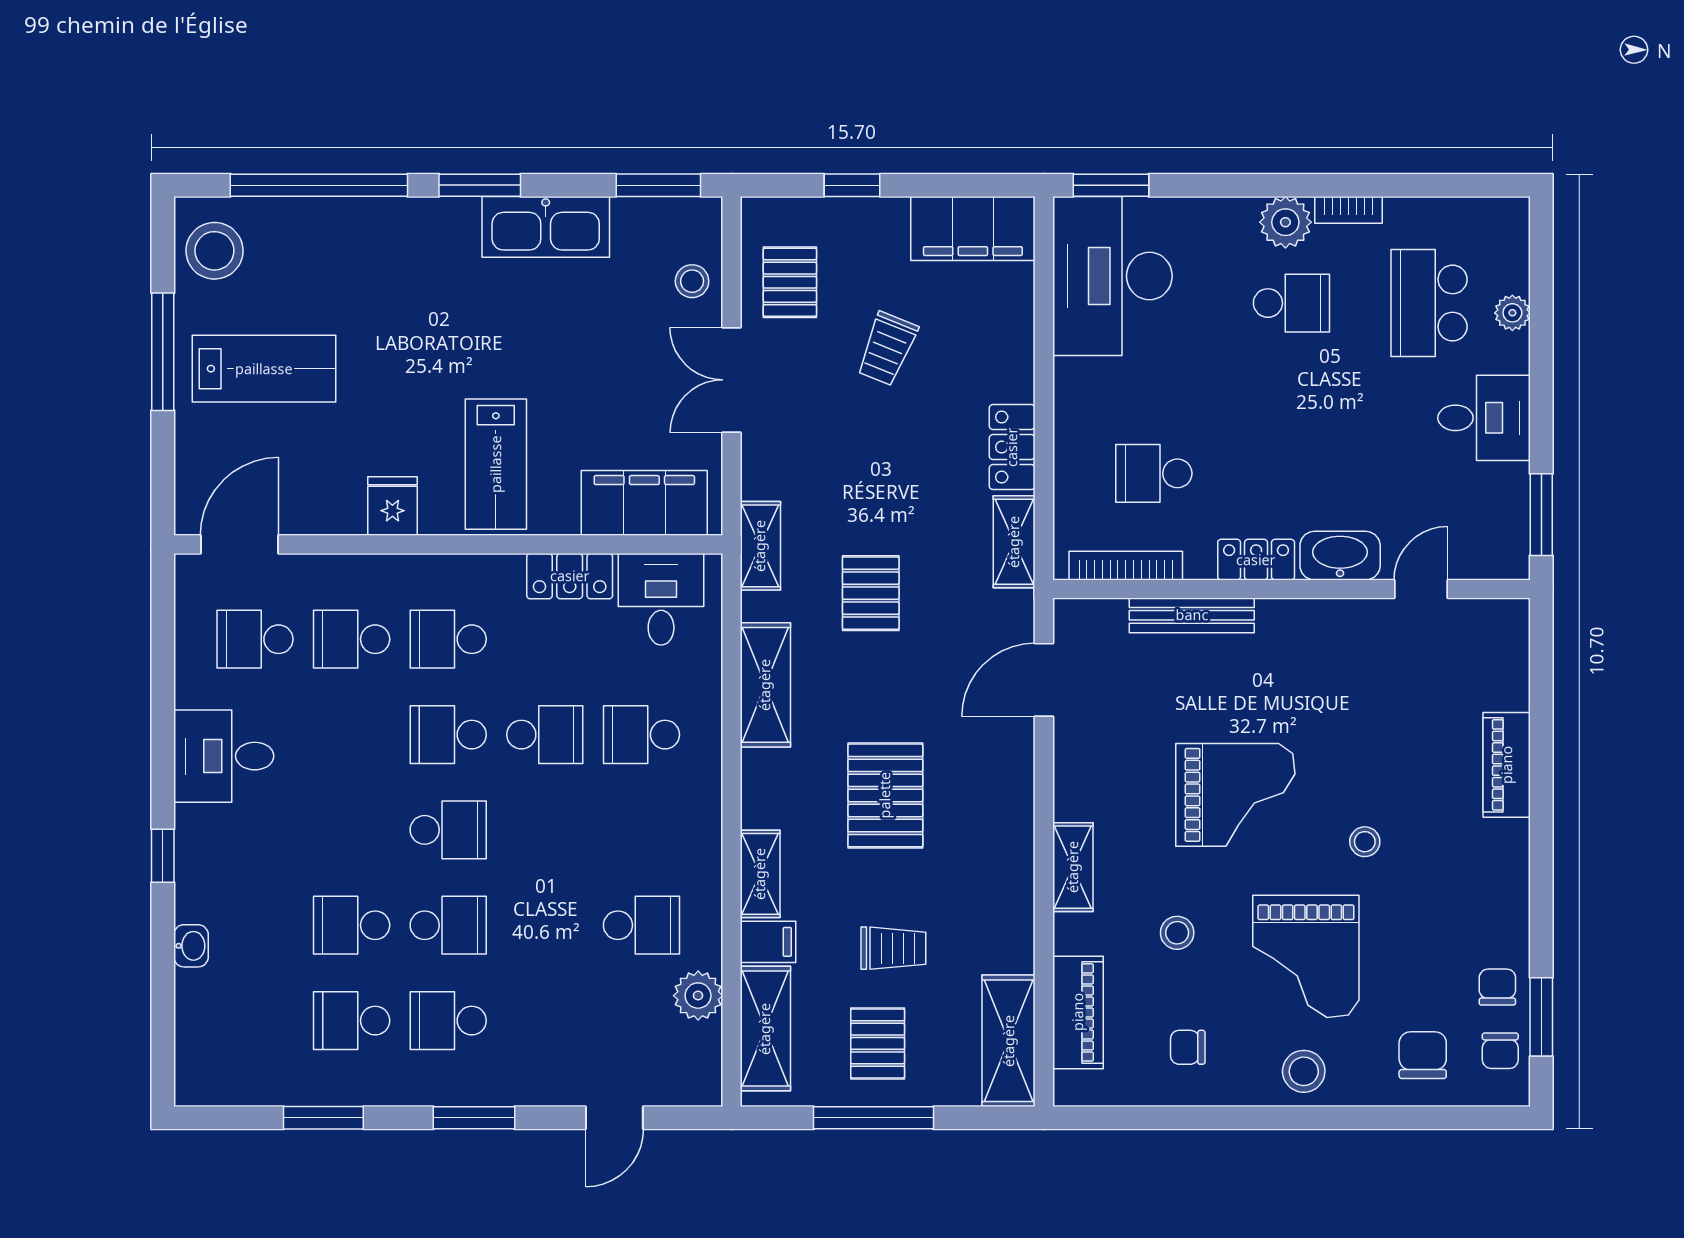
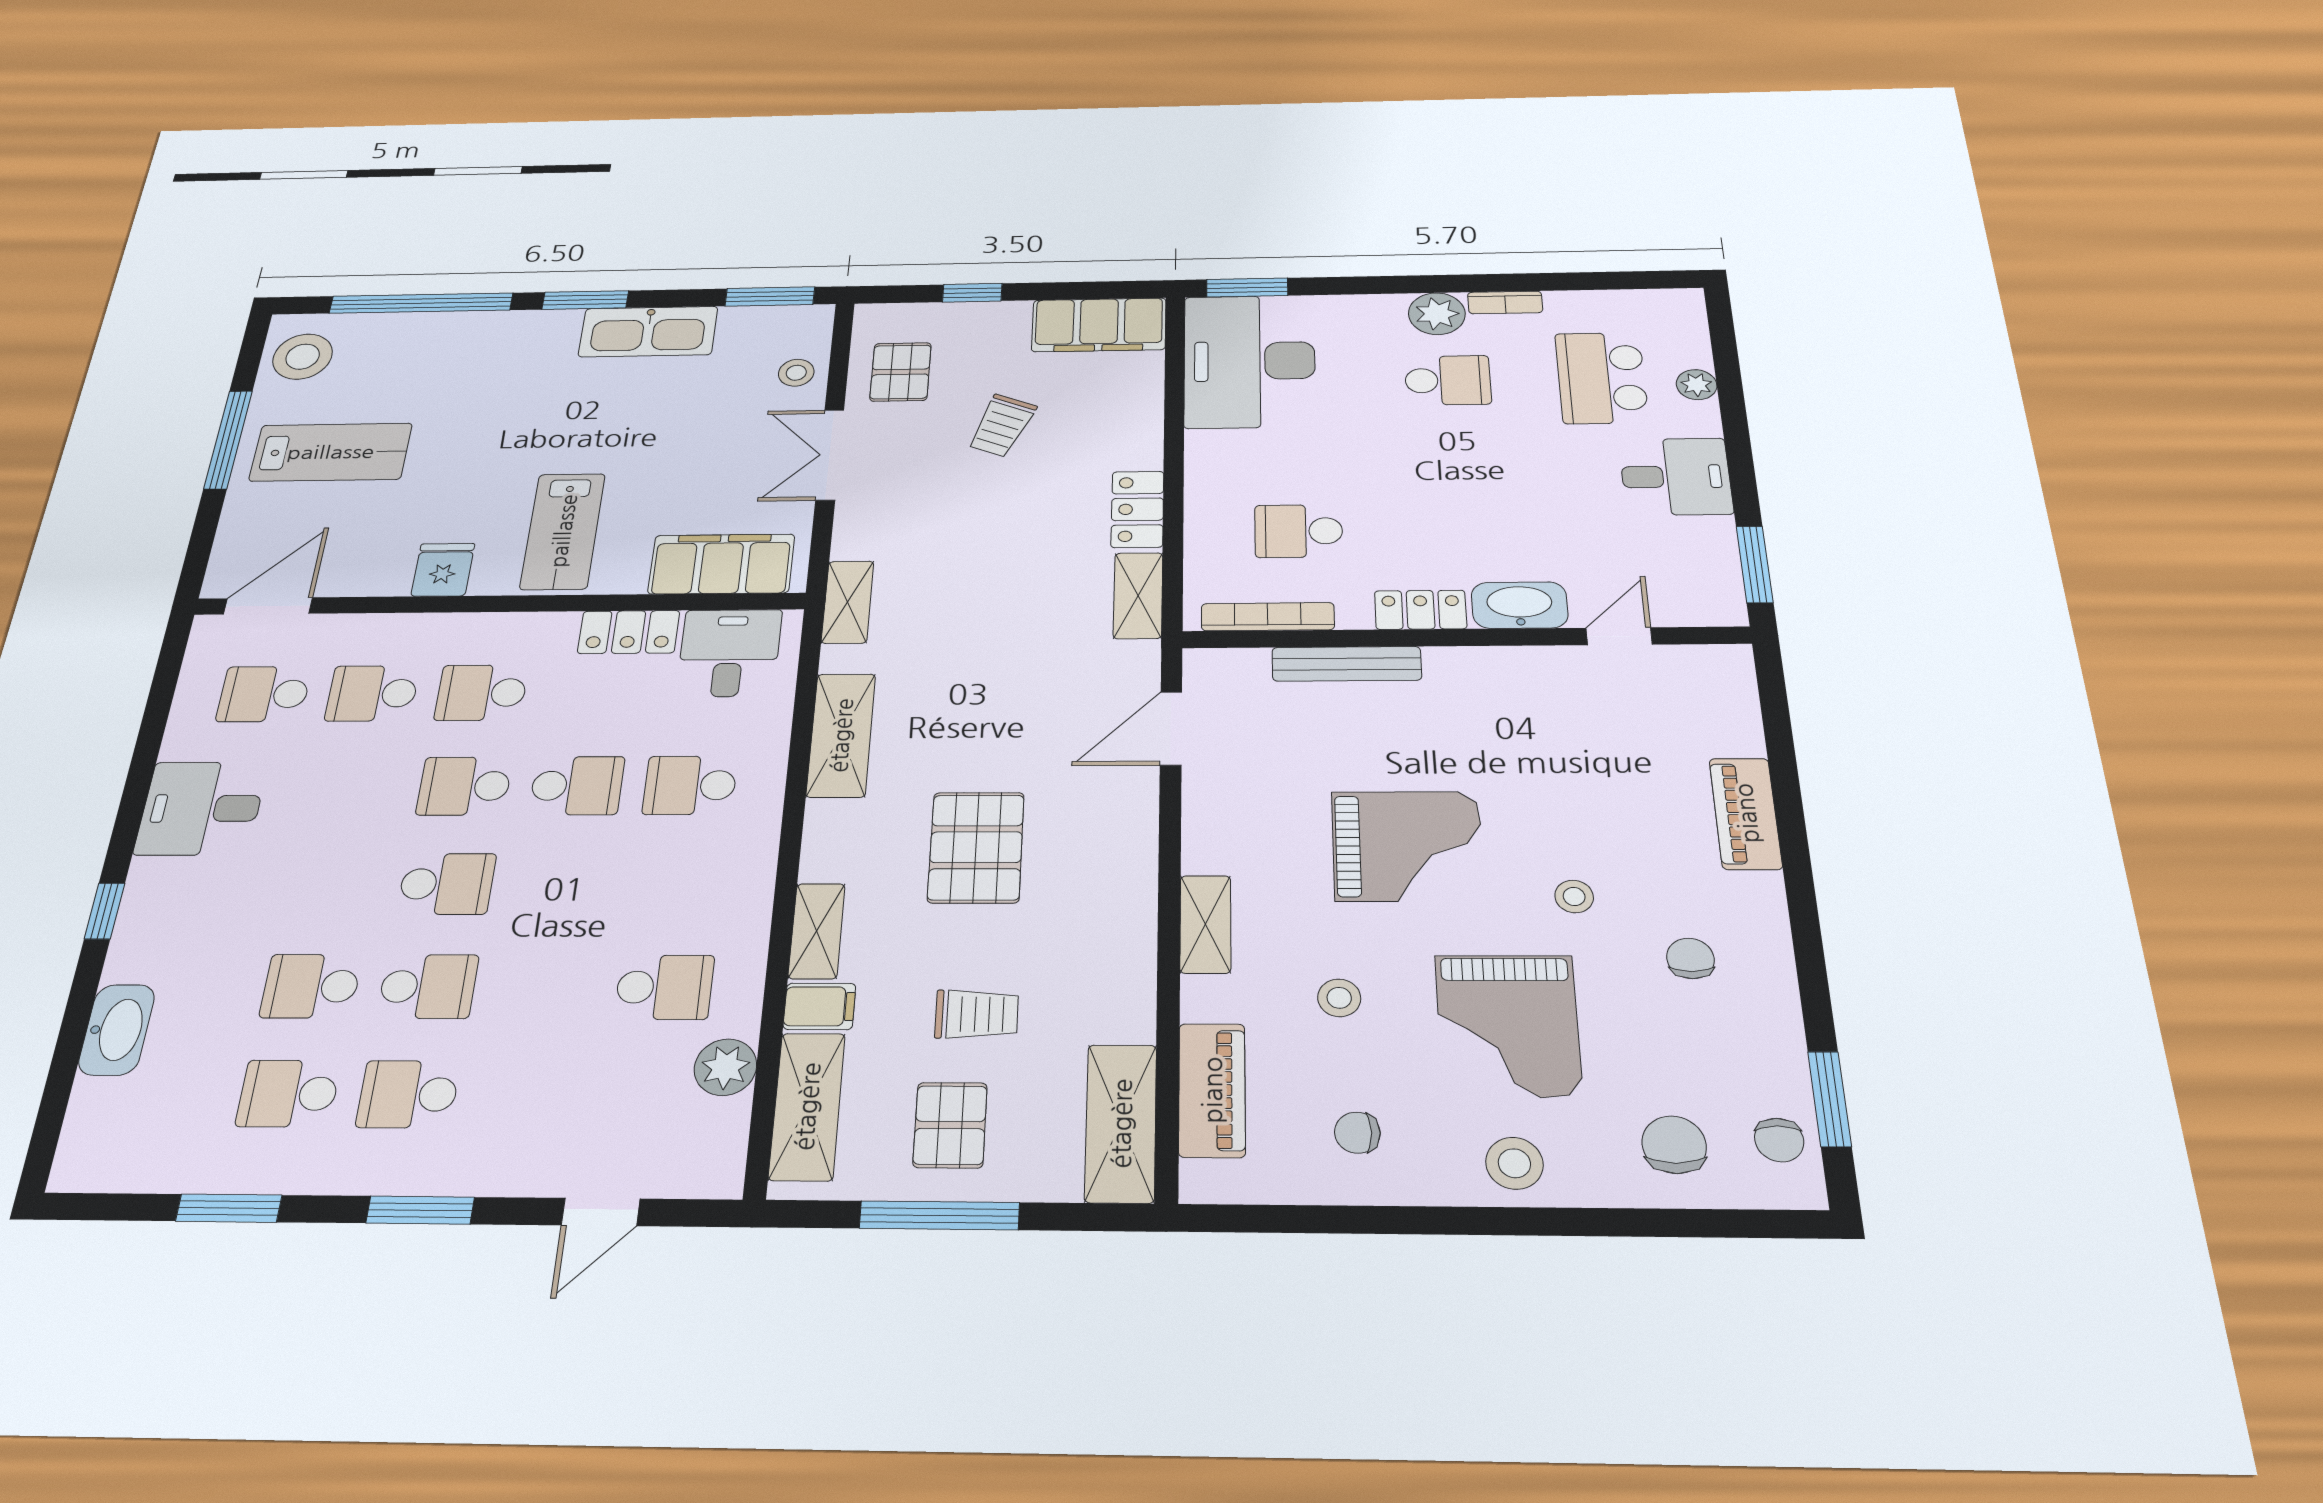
pallet: (871, 593) -> (970, 645), removed
washbasin: (191, 946) -> (117, 1030), width x1.91, depth x1.45
chair: (1497, 987) -> (1690, 958), moved

